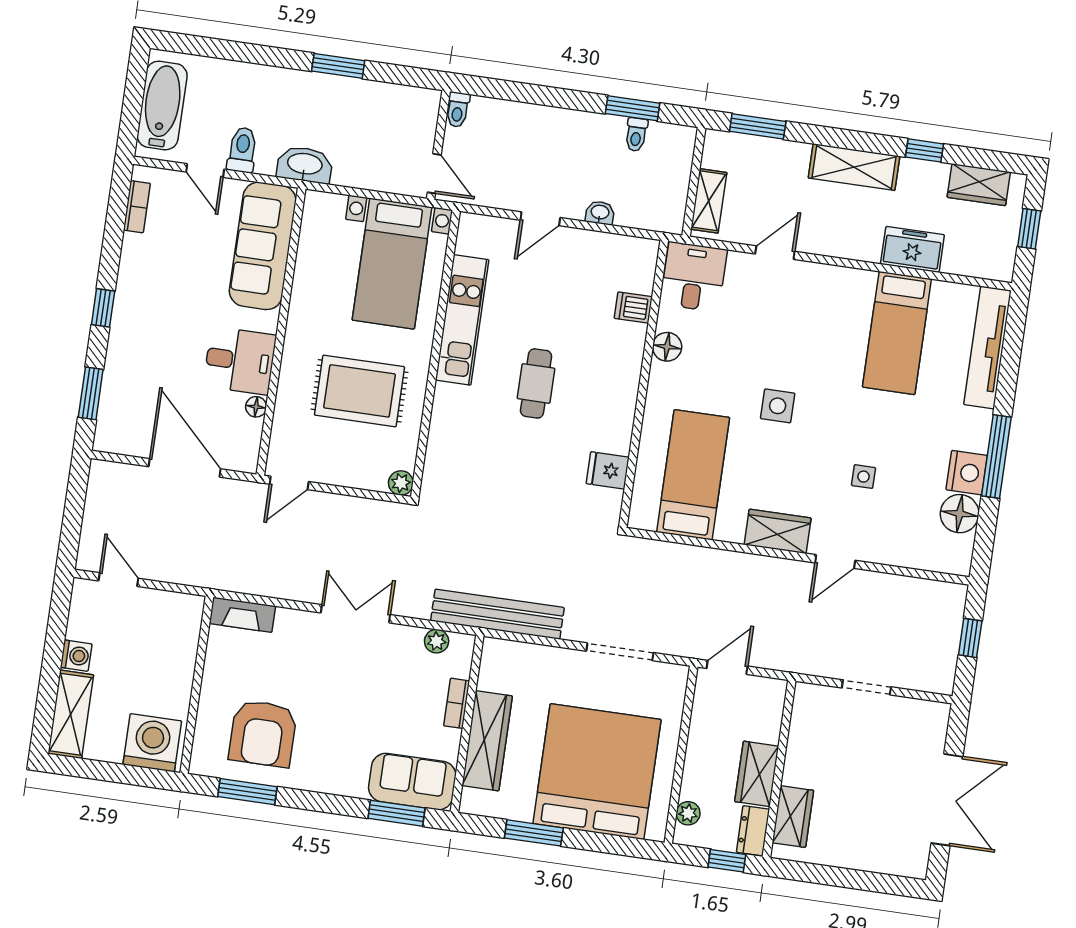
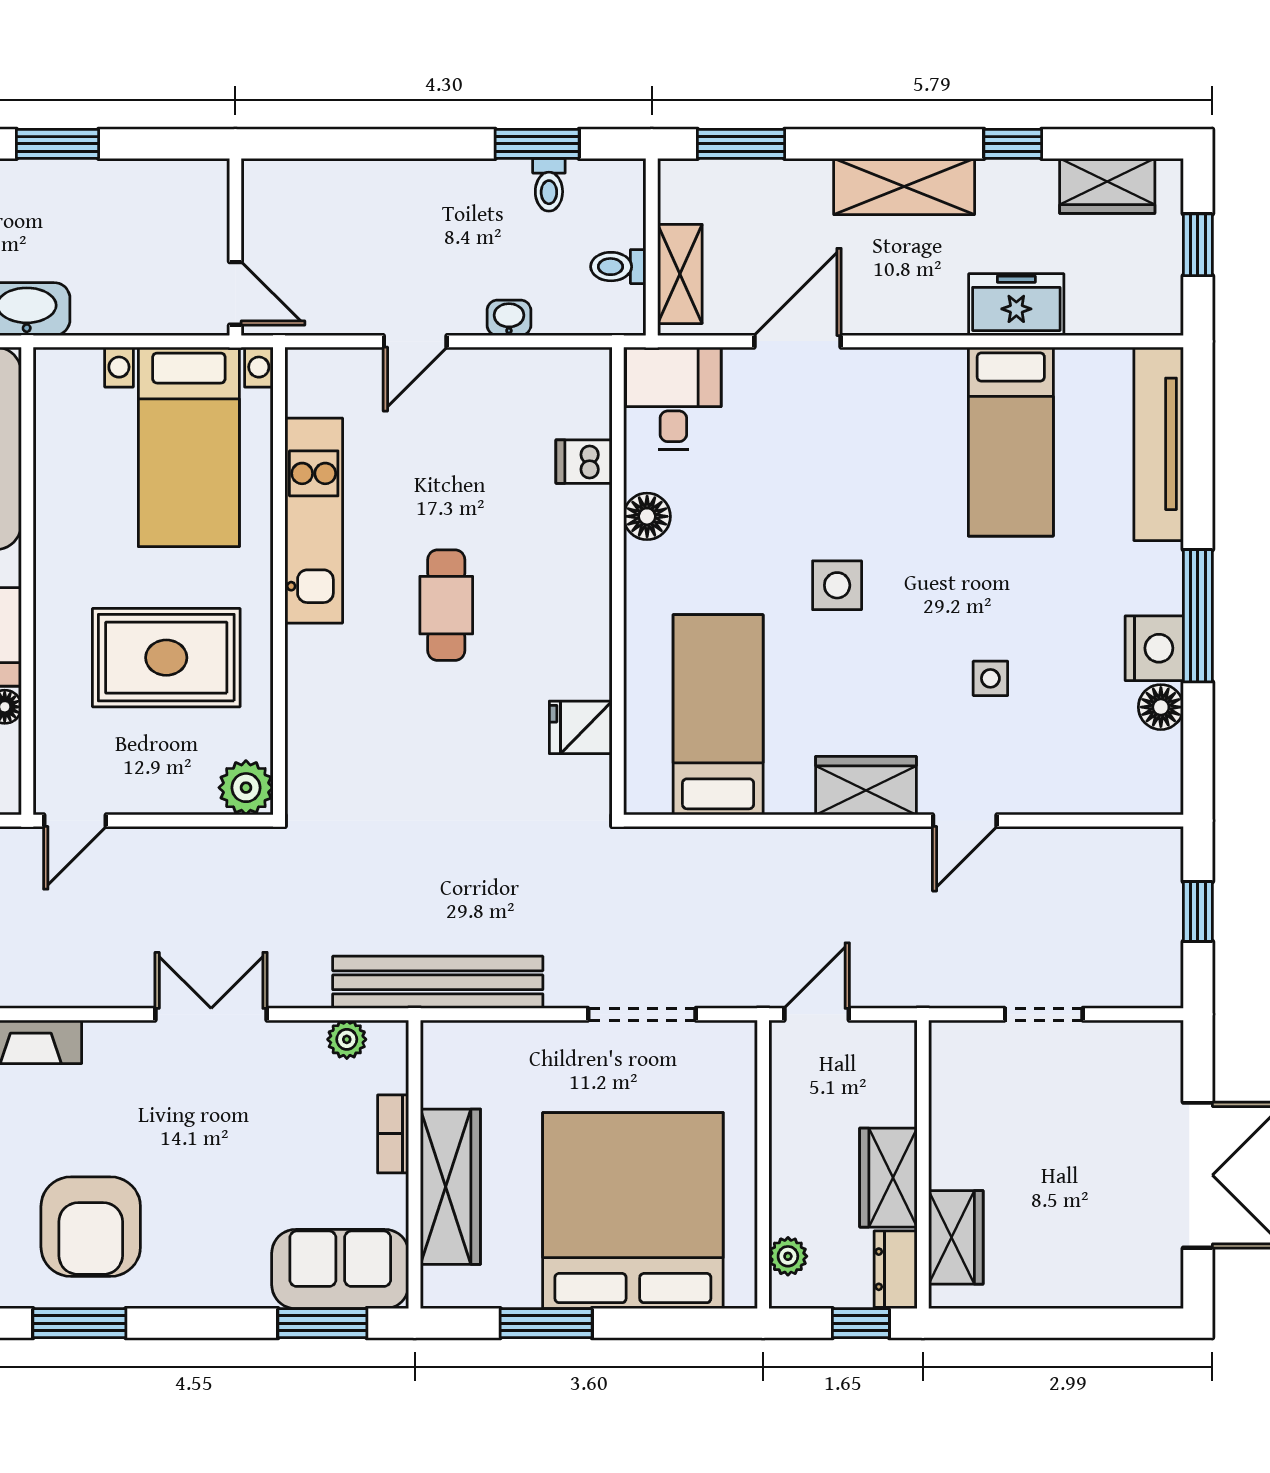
toilet: (458, 110) -> (618, 267), moved, turned 90
door: (775, 253) -> (798, 341), width x1.38
plant: (401, 483) -> (246, 788), width x1.38, depth x1.38
floor lamp: (960, 514) -> (1161, 707), width x0.73, depth x0.73

